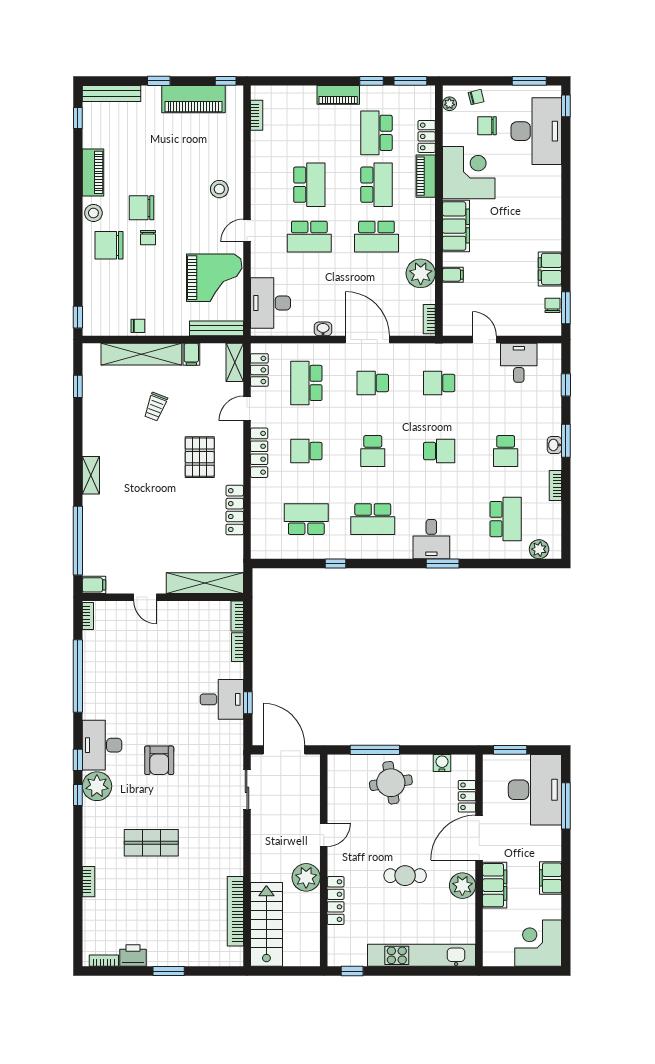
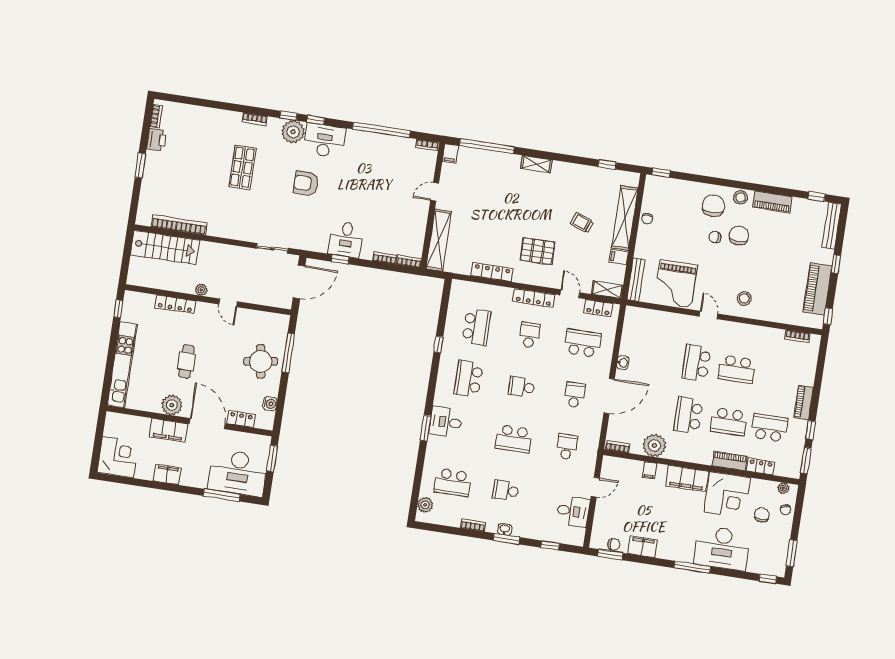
desk: (536, 131) -> (722, 548), moved
window: (566, 203) -> (692, 567), added
desk: (270, 303) -> (649, 325), removed
school desk: (439, 451) -> (514, 439), width x1.85
plant: (306, 877) -> (201, 290), width x0.53, depth x0.53
bookcase: (88, 882) -> (255, 119), moved

